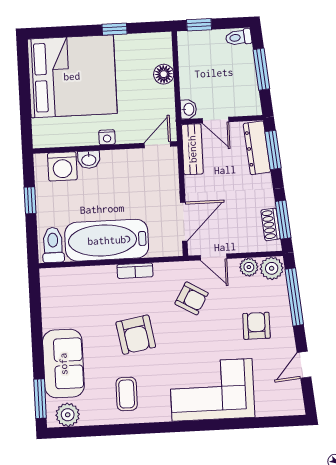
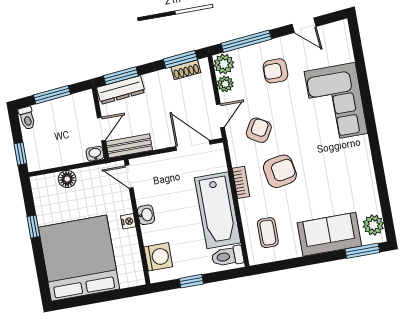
washbasin: (89, 160) -> (146, 215), moved
armchair: (136, 335) -> (280, 171), moved
coffee table: (127, 394) -> (268, 233), moved, turned 90

